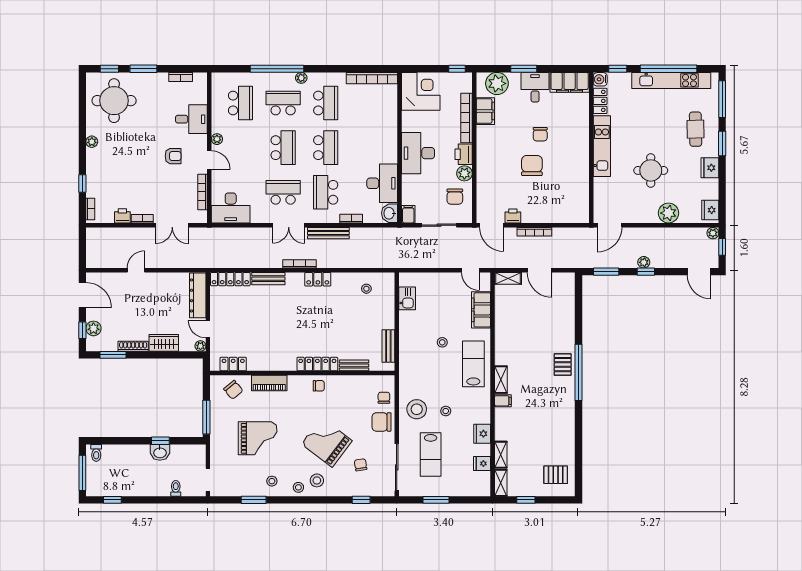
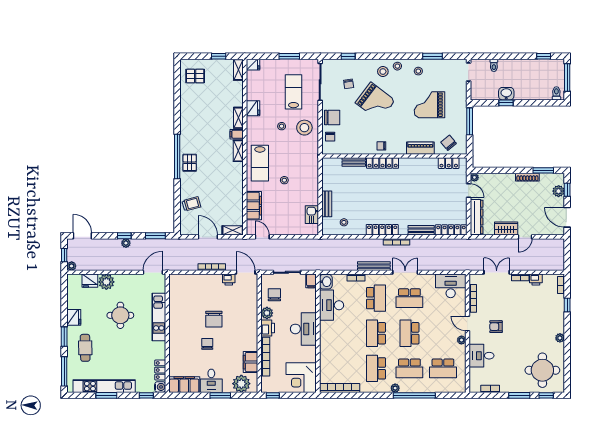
window: (669, 69) -> (106, 395), width x0.47
school desk: (240, 103) -> (443, 368), turned -90
kitchen unit: (602, 146) -> (159, 317), moved
fridge: (710, 210) -> (90, 281), moved, turned 90
locker: (318, 279) -> (382, 230), width x1.53
trolley: (560, 312) -> (191, 204), added
wardrobe: (164, 343) -> (506, 229), moved, turned 180
bench: (388, 346) -> (327, 204), moved
shelving: (501, 455) -> (238, 118), moved
fridge: (482, 463) -> (253, 65), moved

